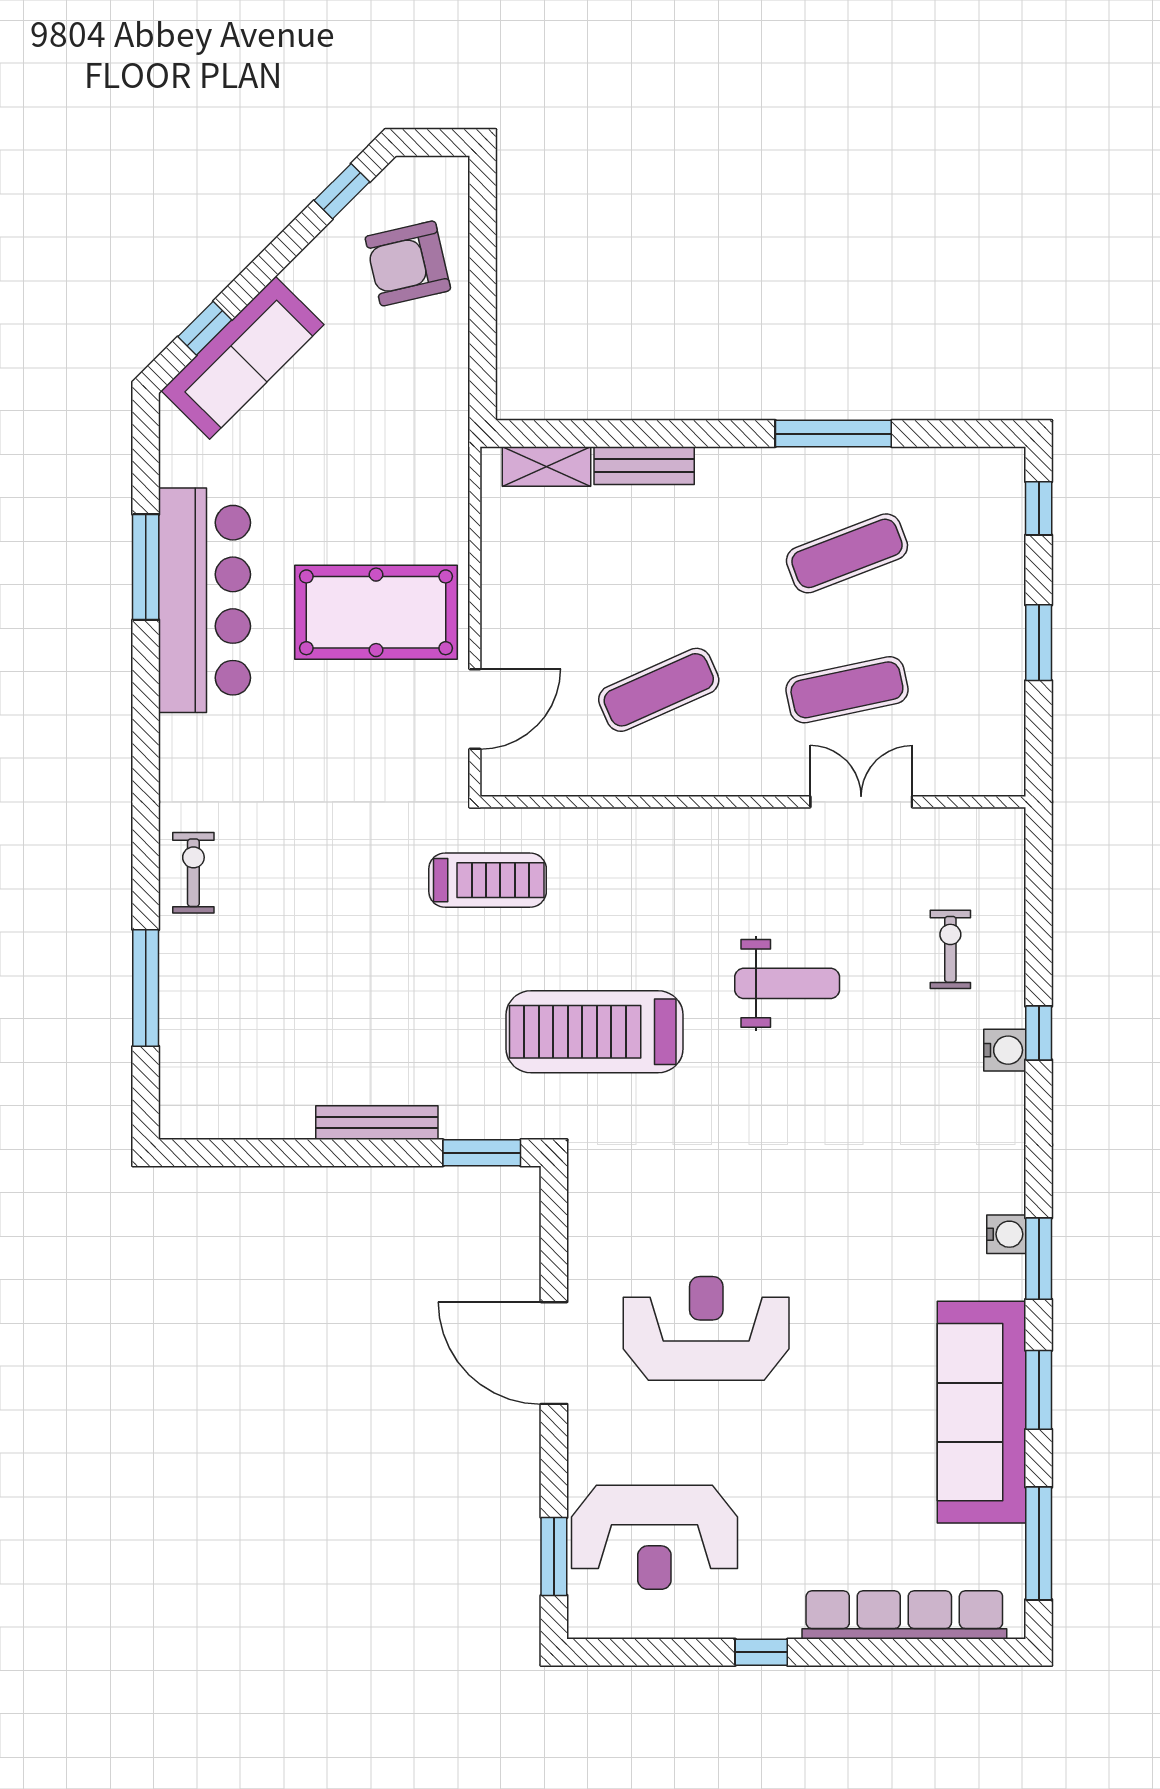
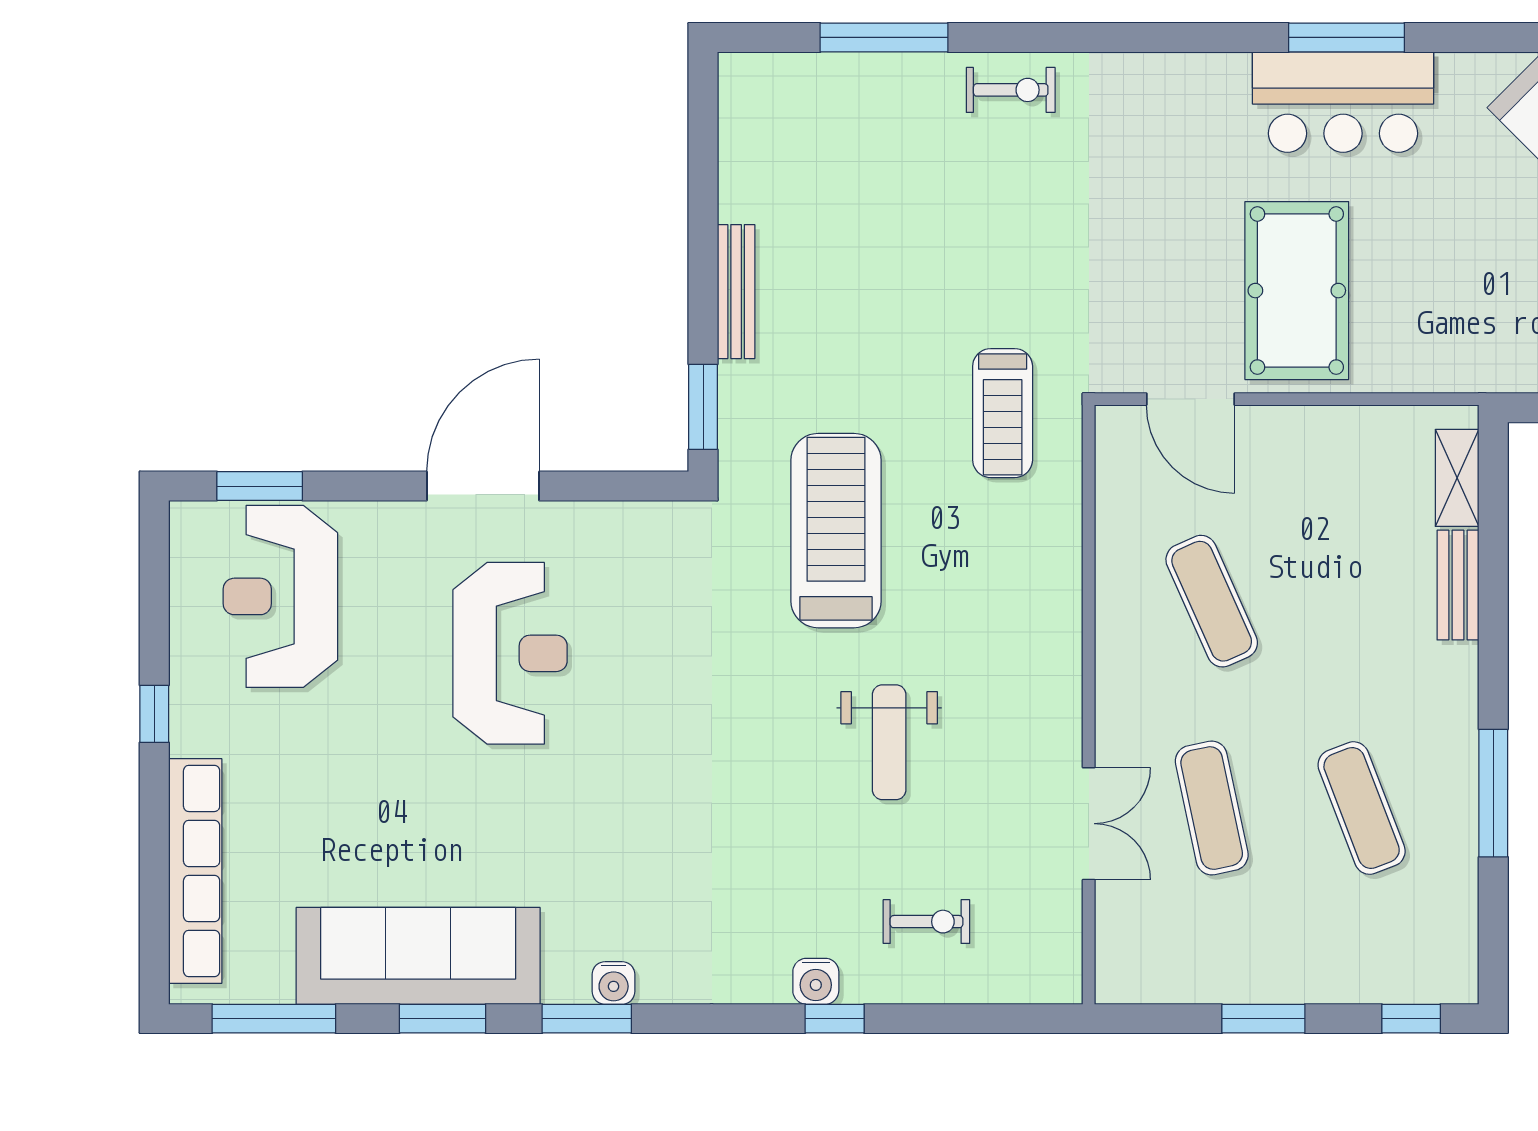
bar counter: (204, 600) -> (1343, 102), width x0.73

